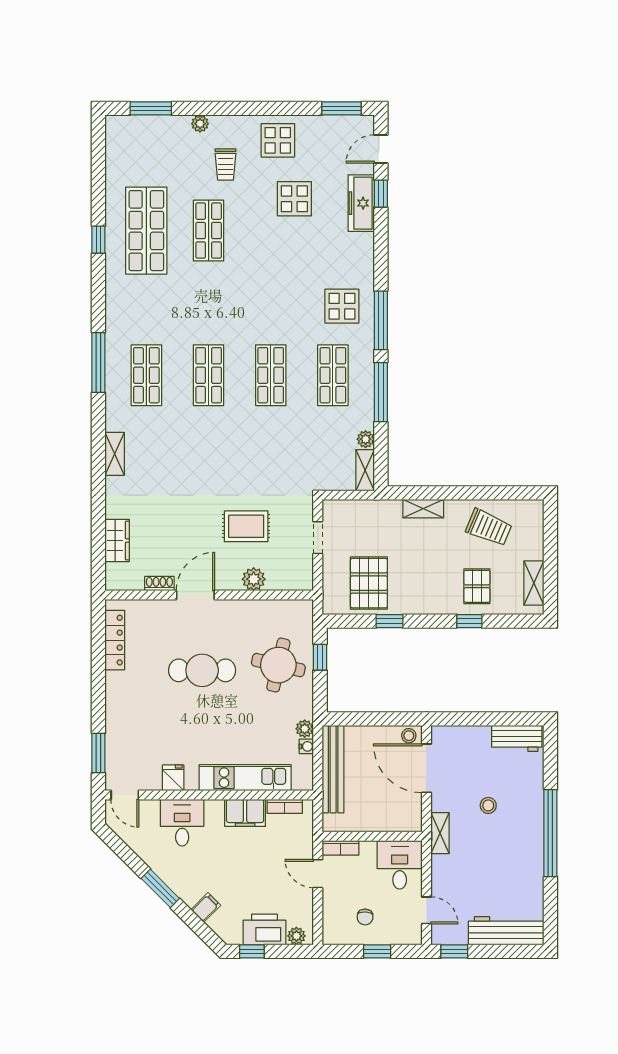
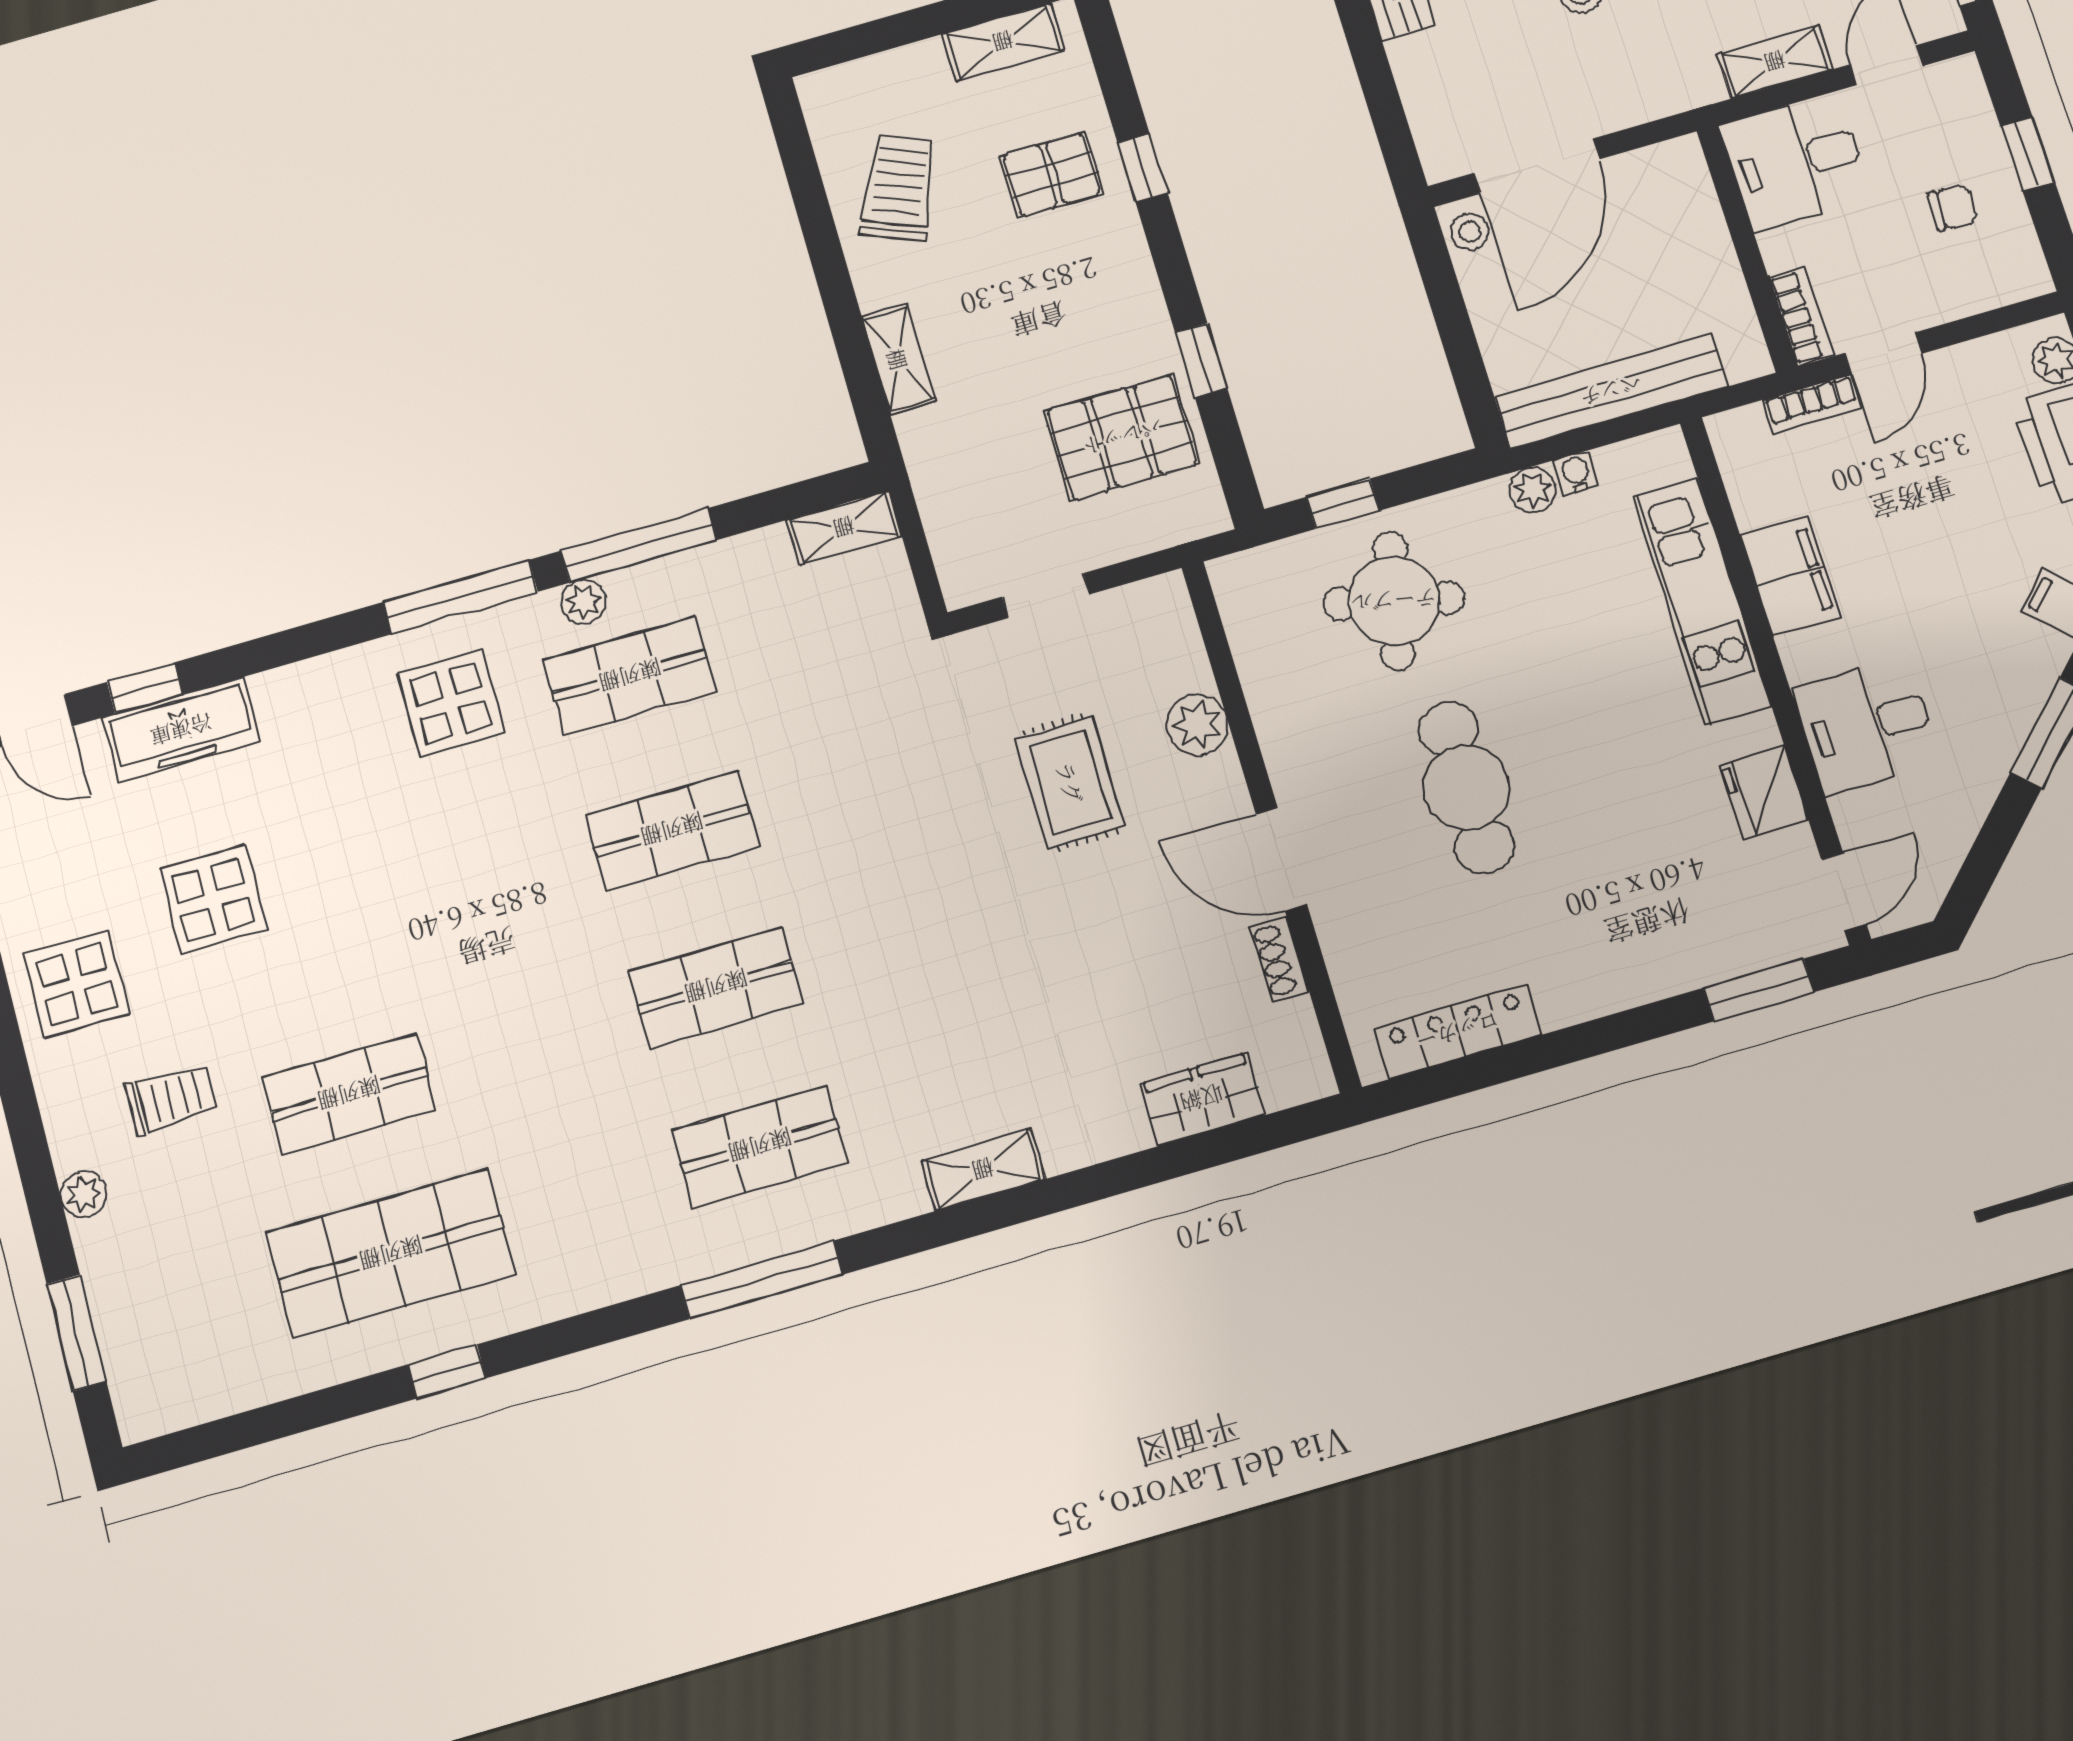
plant: (366, 439) -> (583, 602), moved
fridge: (173, 778) -> (1764, 792), width x1.38
bookcase: (285, 806) -> (1812, 404), moved, turned 90
shelving: (440, 833) -> (1775, 62), moved

